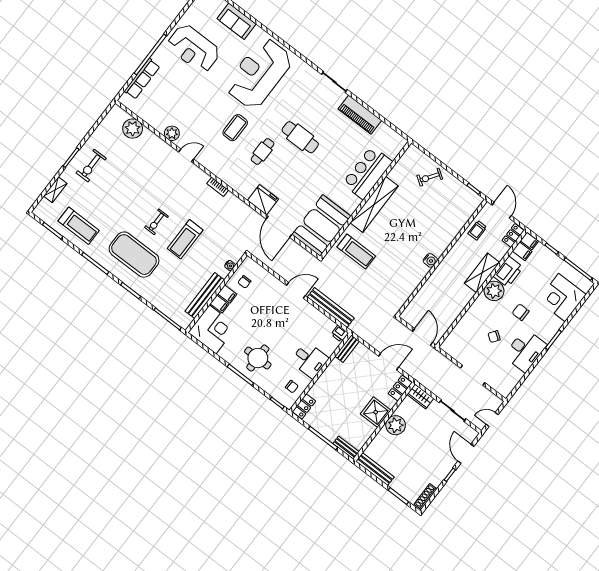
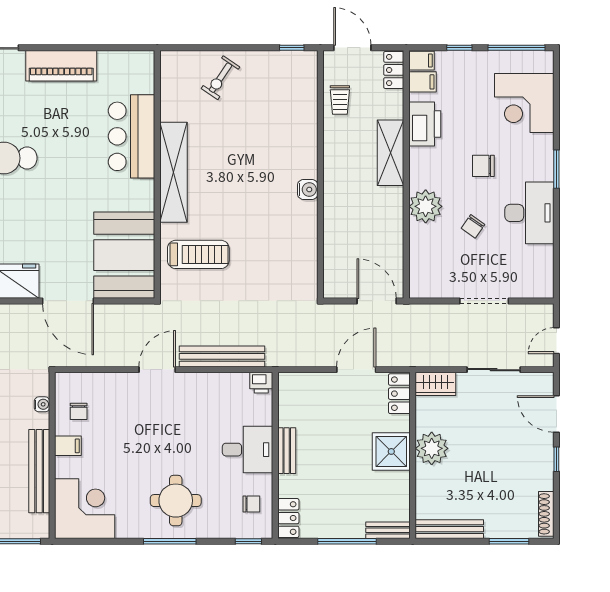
plant: (494, 291) -> (426, 206), moved
filing cabinet: (219, 304) -> (68, 467), removed
bench: (347, 349) -> (287, 451), moved

